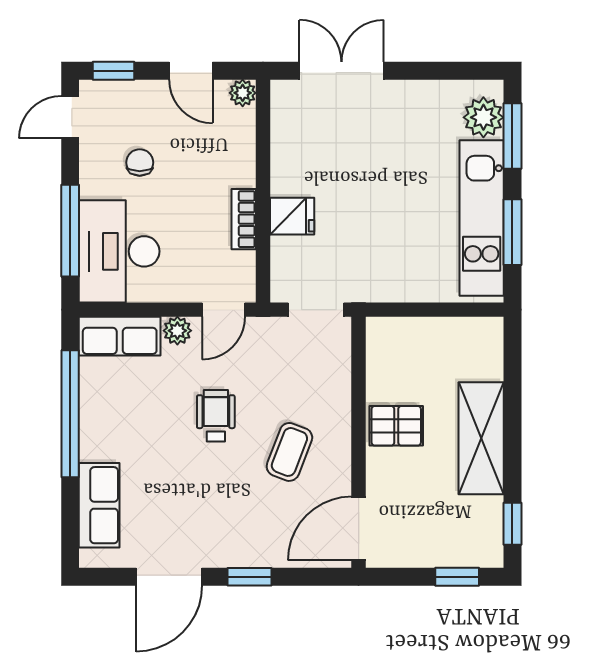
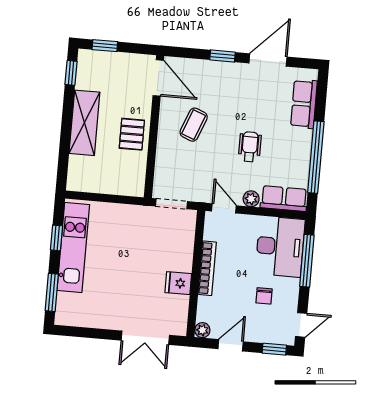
door: (191, 71) -> (231, 345), hinge flipped
plant: (483, 117) -> (67, 304), removed
fridge: (292, 216) -> (178, 283), moved
bookcase: (244, 219) -> (207, 268), width x1.56
window: (512, 232) -> (57, 238), width x0.67
door: (224, 310) -> (224, 208), hinge flipped
wheelchair: (216, 416) -> (250, 147), moved, turned 180
pallet: (396, 426) -> (132, 134), turned 90
door: (359, 528) -> (158, 78), hinge flipped

